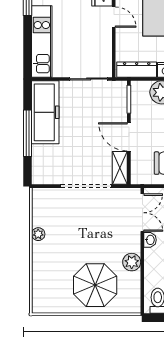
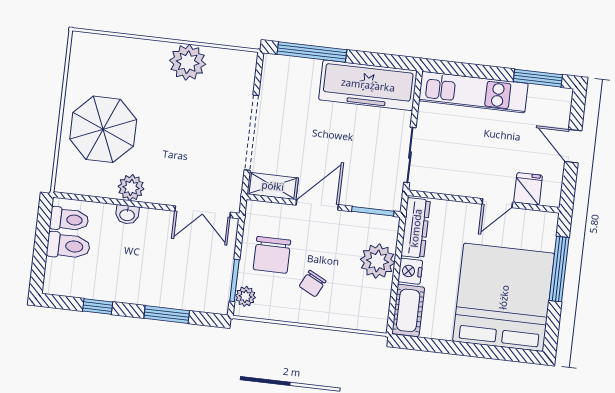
window: (28, 133) -> (312, 52), moved
plant: (38, 234) -> (188, 62), width x1.87, depth x1.87
washbasin: (150, 240) -> (127, 215), moved

